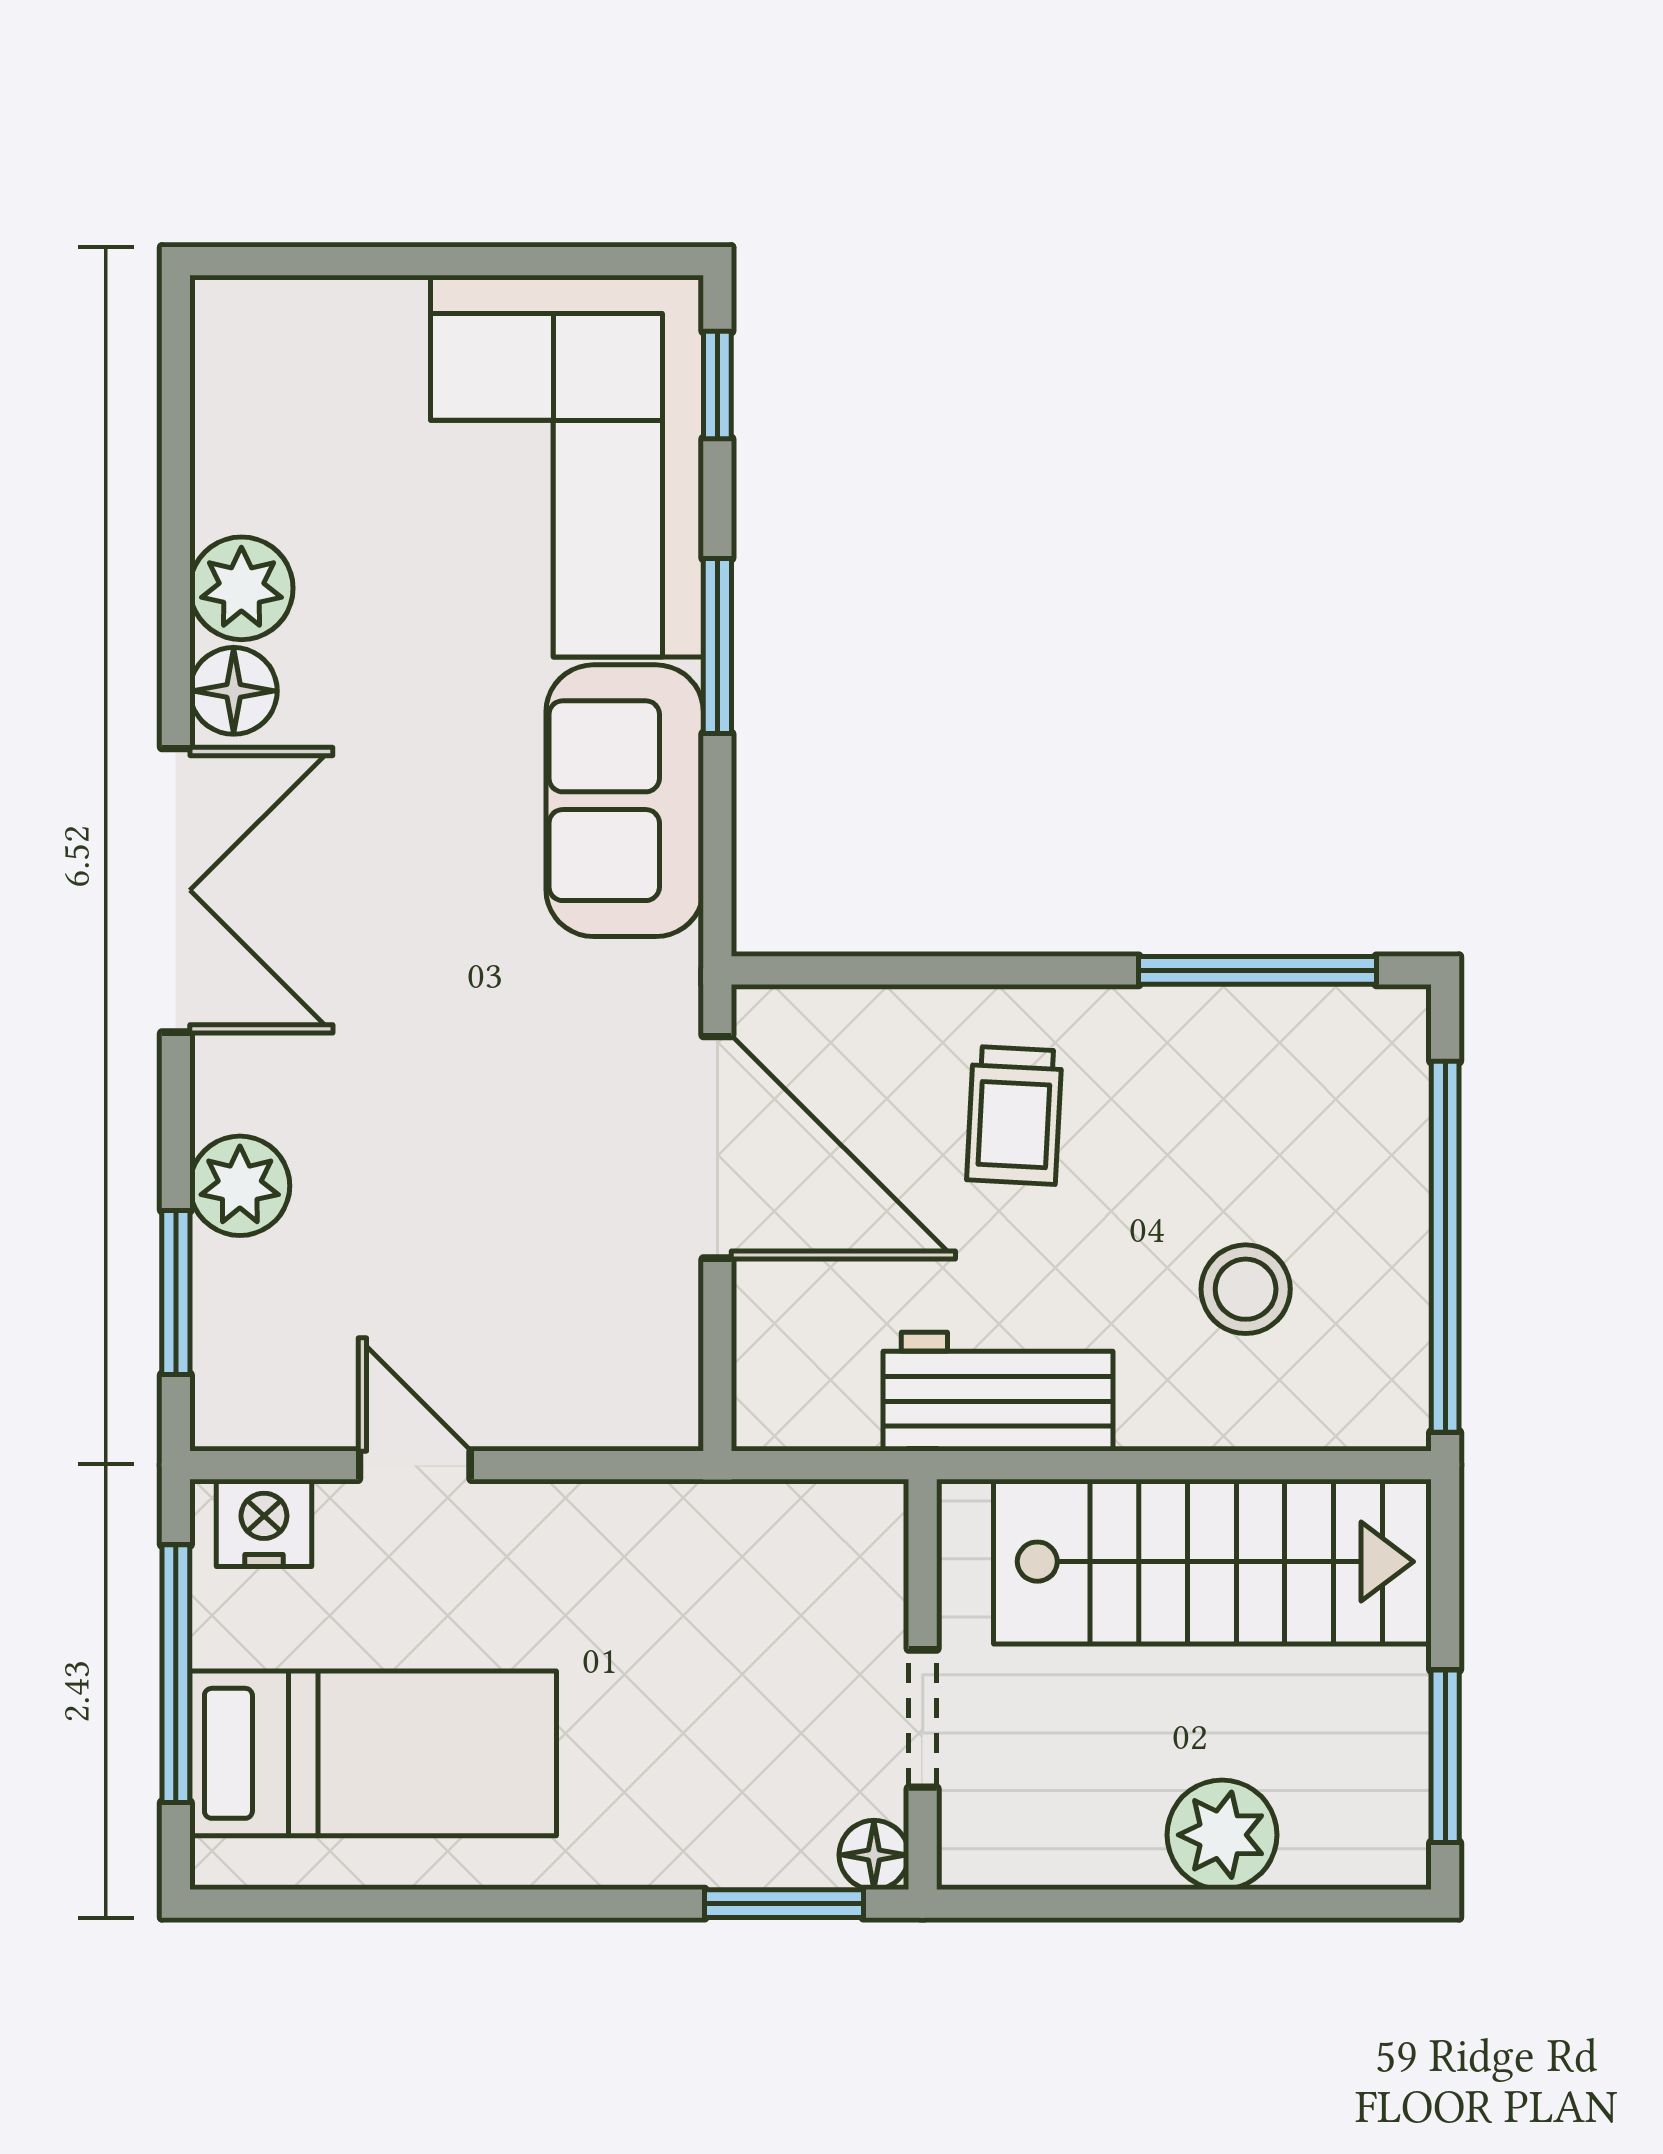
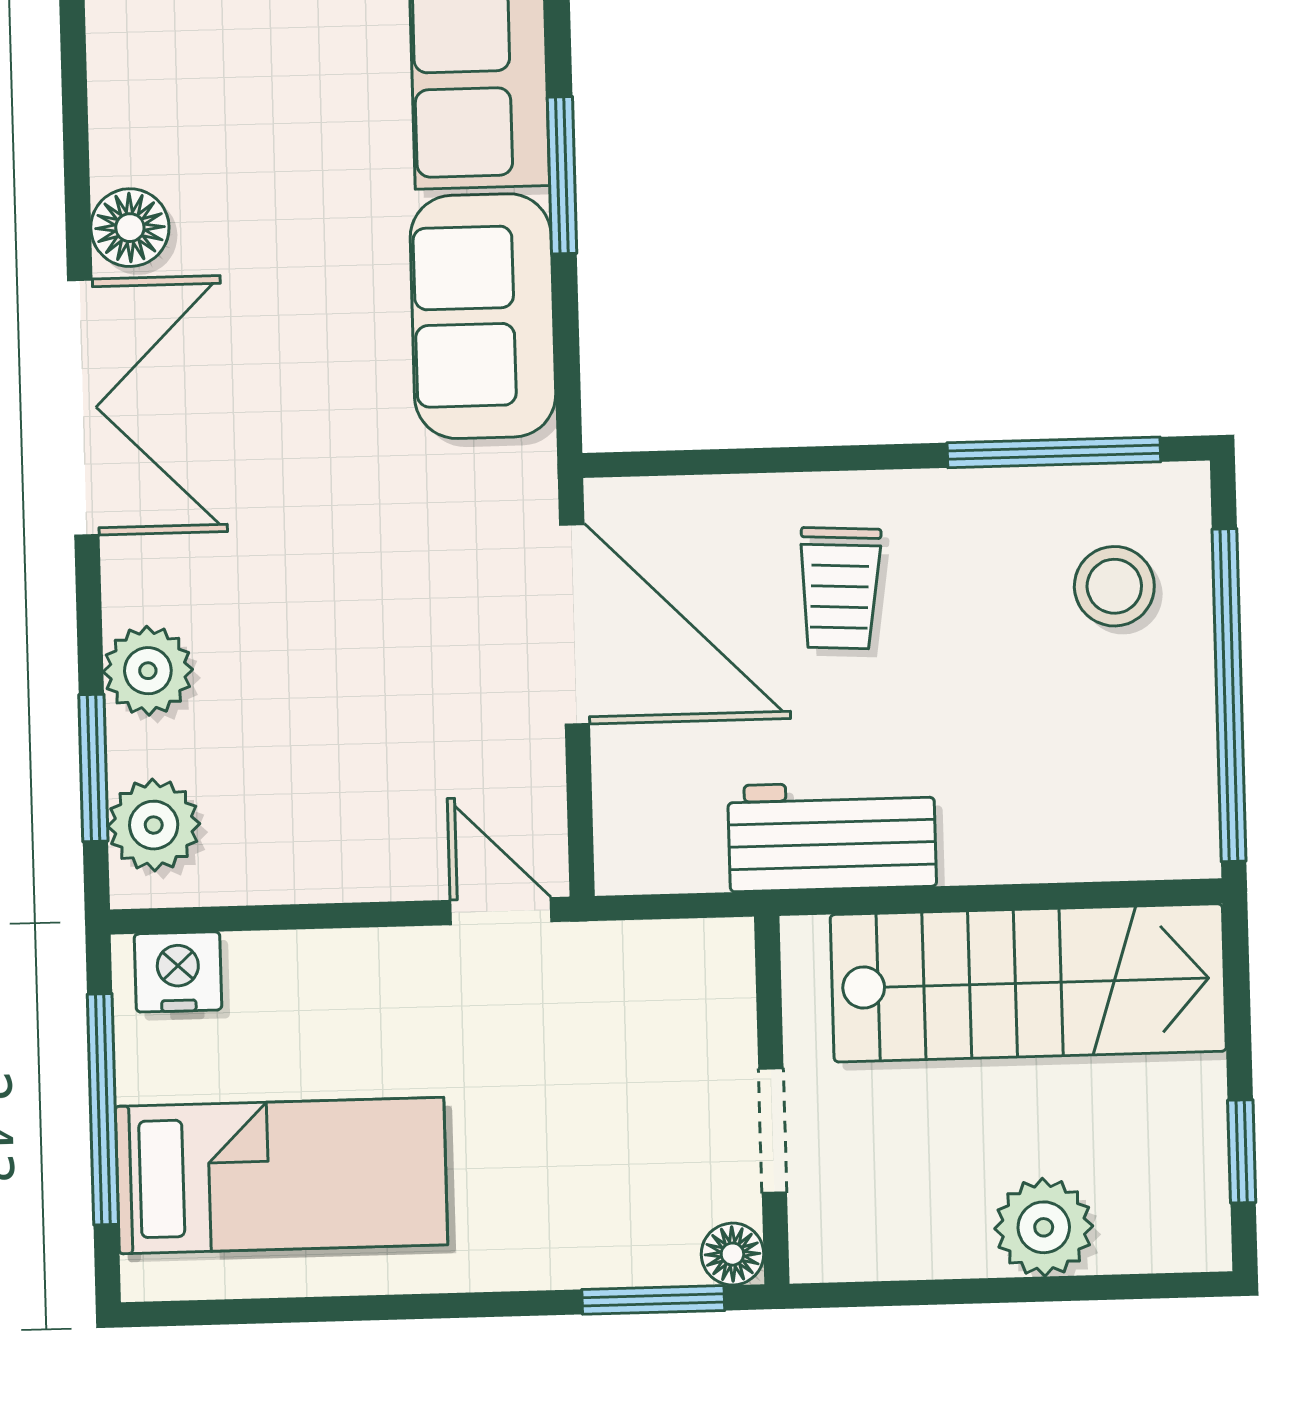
plant: (241, 588) -> (154, 825), moved
stool: (1246, 1289) -> (1114, 586), moved
door: (415, 1465) -> (501, 911), moved
window: (1445, 1756) -> (1242, 1151), width x0.67

